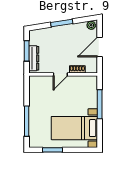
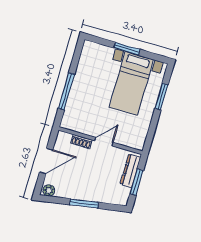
window: (27, 121) -> (161, 97), width x0.69
bed with nightstands: (74, 128) -> (131, 83), moved, turned 90
window: (53, 150) -> (127, 49), moved

